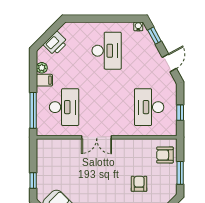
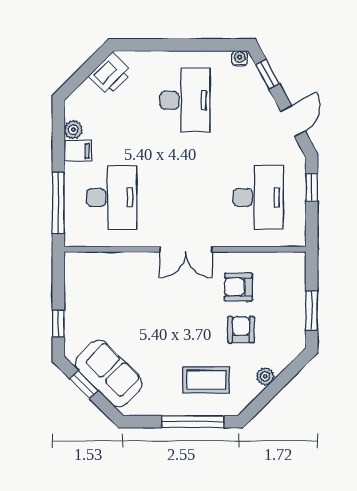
printer: (56, 43) -> (111, 74), moved
desk: (149, 107) -> (258, 197), turned 180
window: (180, 113) -> (312, 187), moved
double door: (97, 137) -> (186, 249), moved
armchair: (165, 155) -> (238, 287), moved

